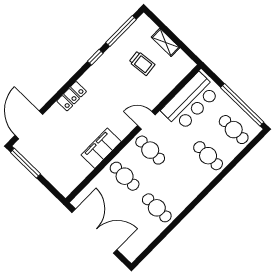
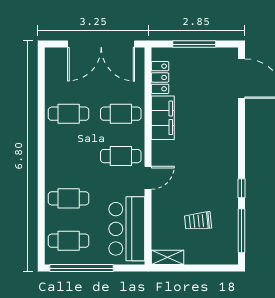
shelving: (166, 42) -> (168, 257), moved
locker: (72, 96) -> (160, 77), moved, turned 180
window: (25, 163) -> (194, 44), moved

